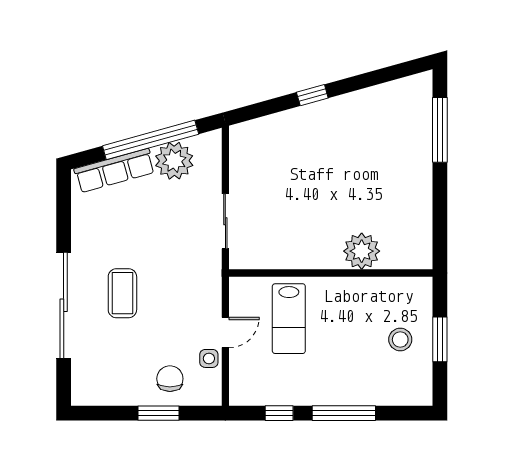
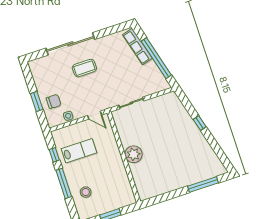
plant: (174, 161) -> (150, 72), removed
plant: (362, 251) -> (134, 154), moved
lab bench: (289, 319) -> (79, 151), moved, turned 180
door: (225, 333) -> (95, 115), moved
stool: (400, 340) -> (86, 192), moved

